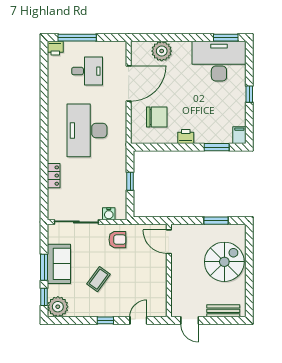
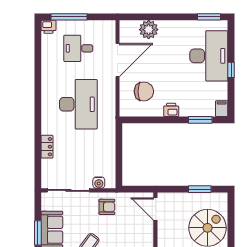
desk: (219, 61) -> (209, 56), moved, turned 90
desk: (87, 71) -> (78, 48), turned 180
desk: (87, 130) -> (78, 104), turned 180
window: (130, 181) -> (119, 152), removed

